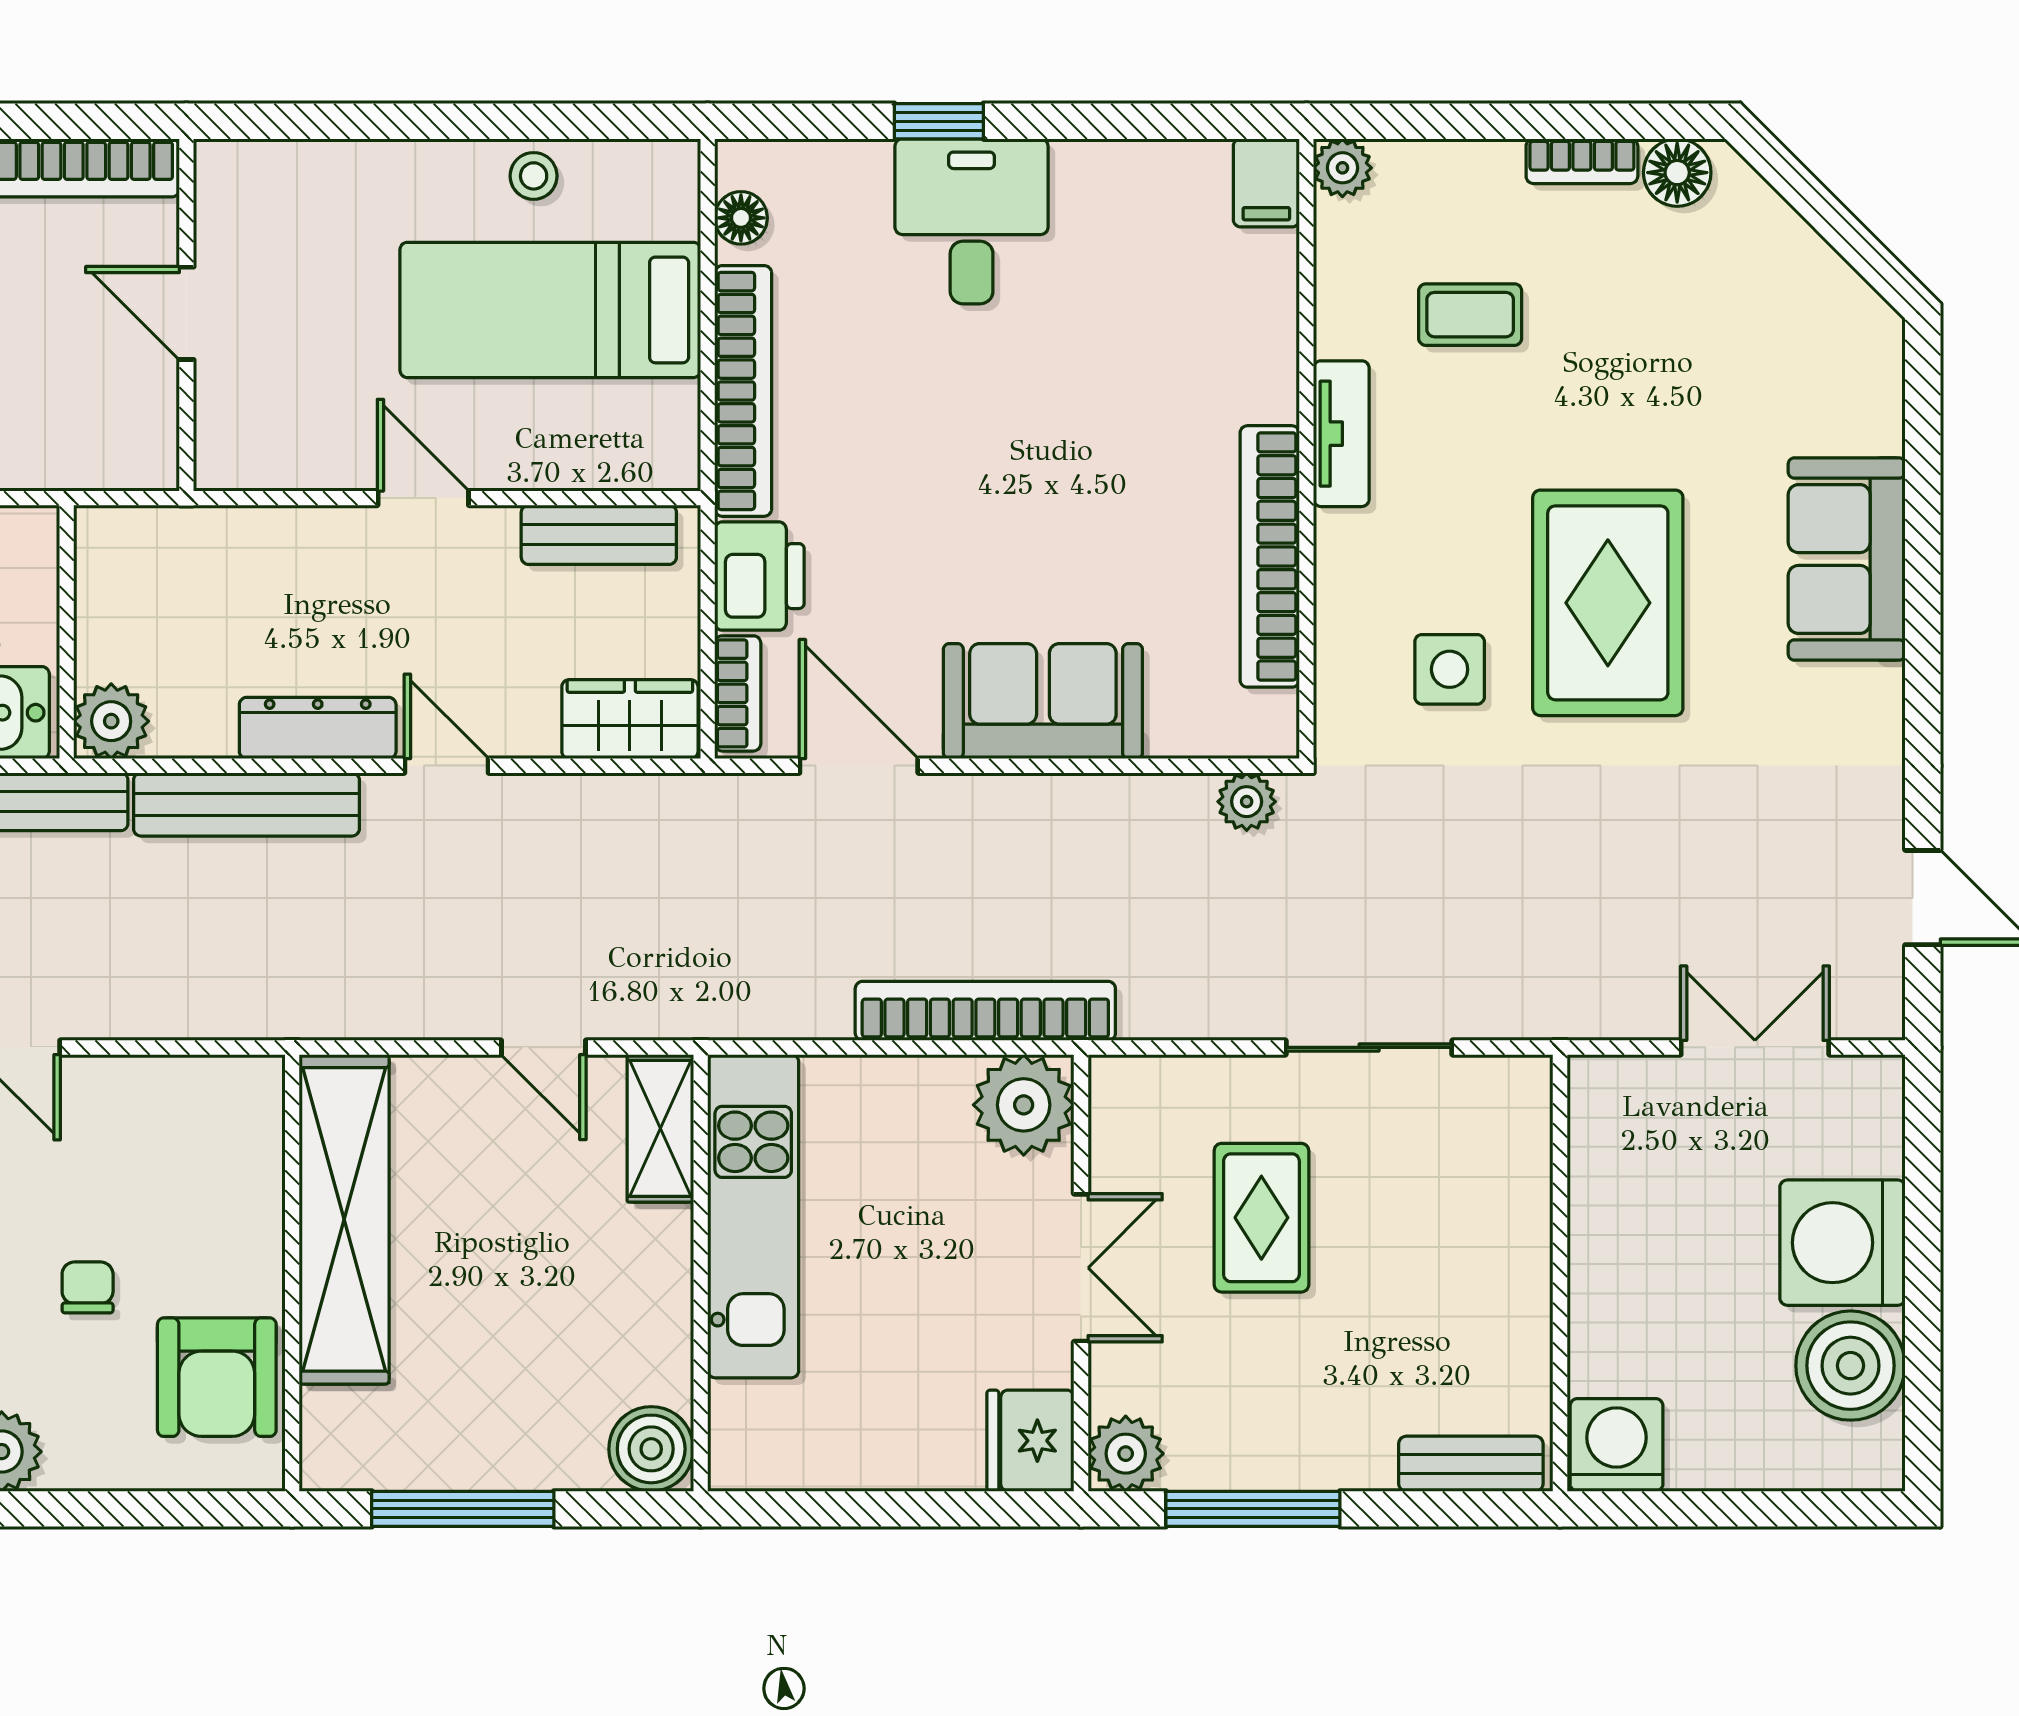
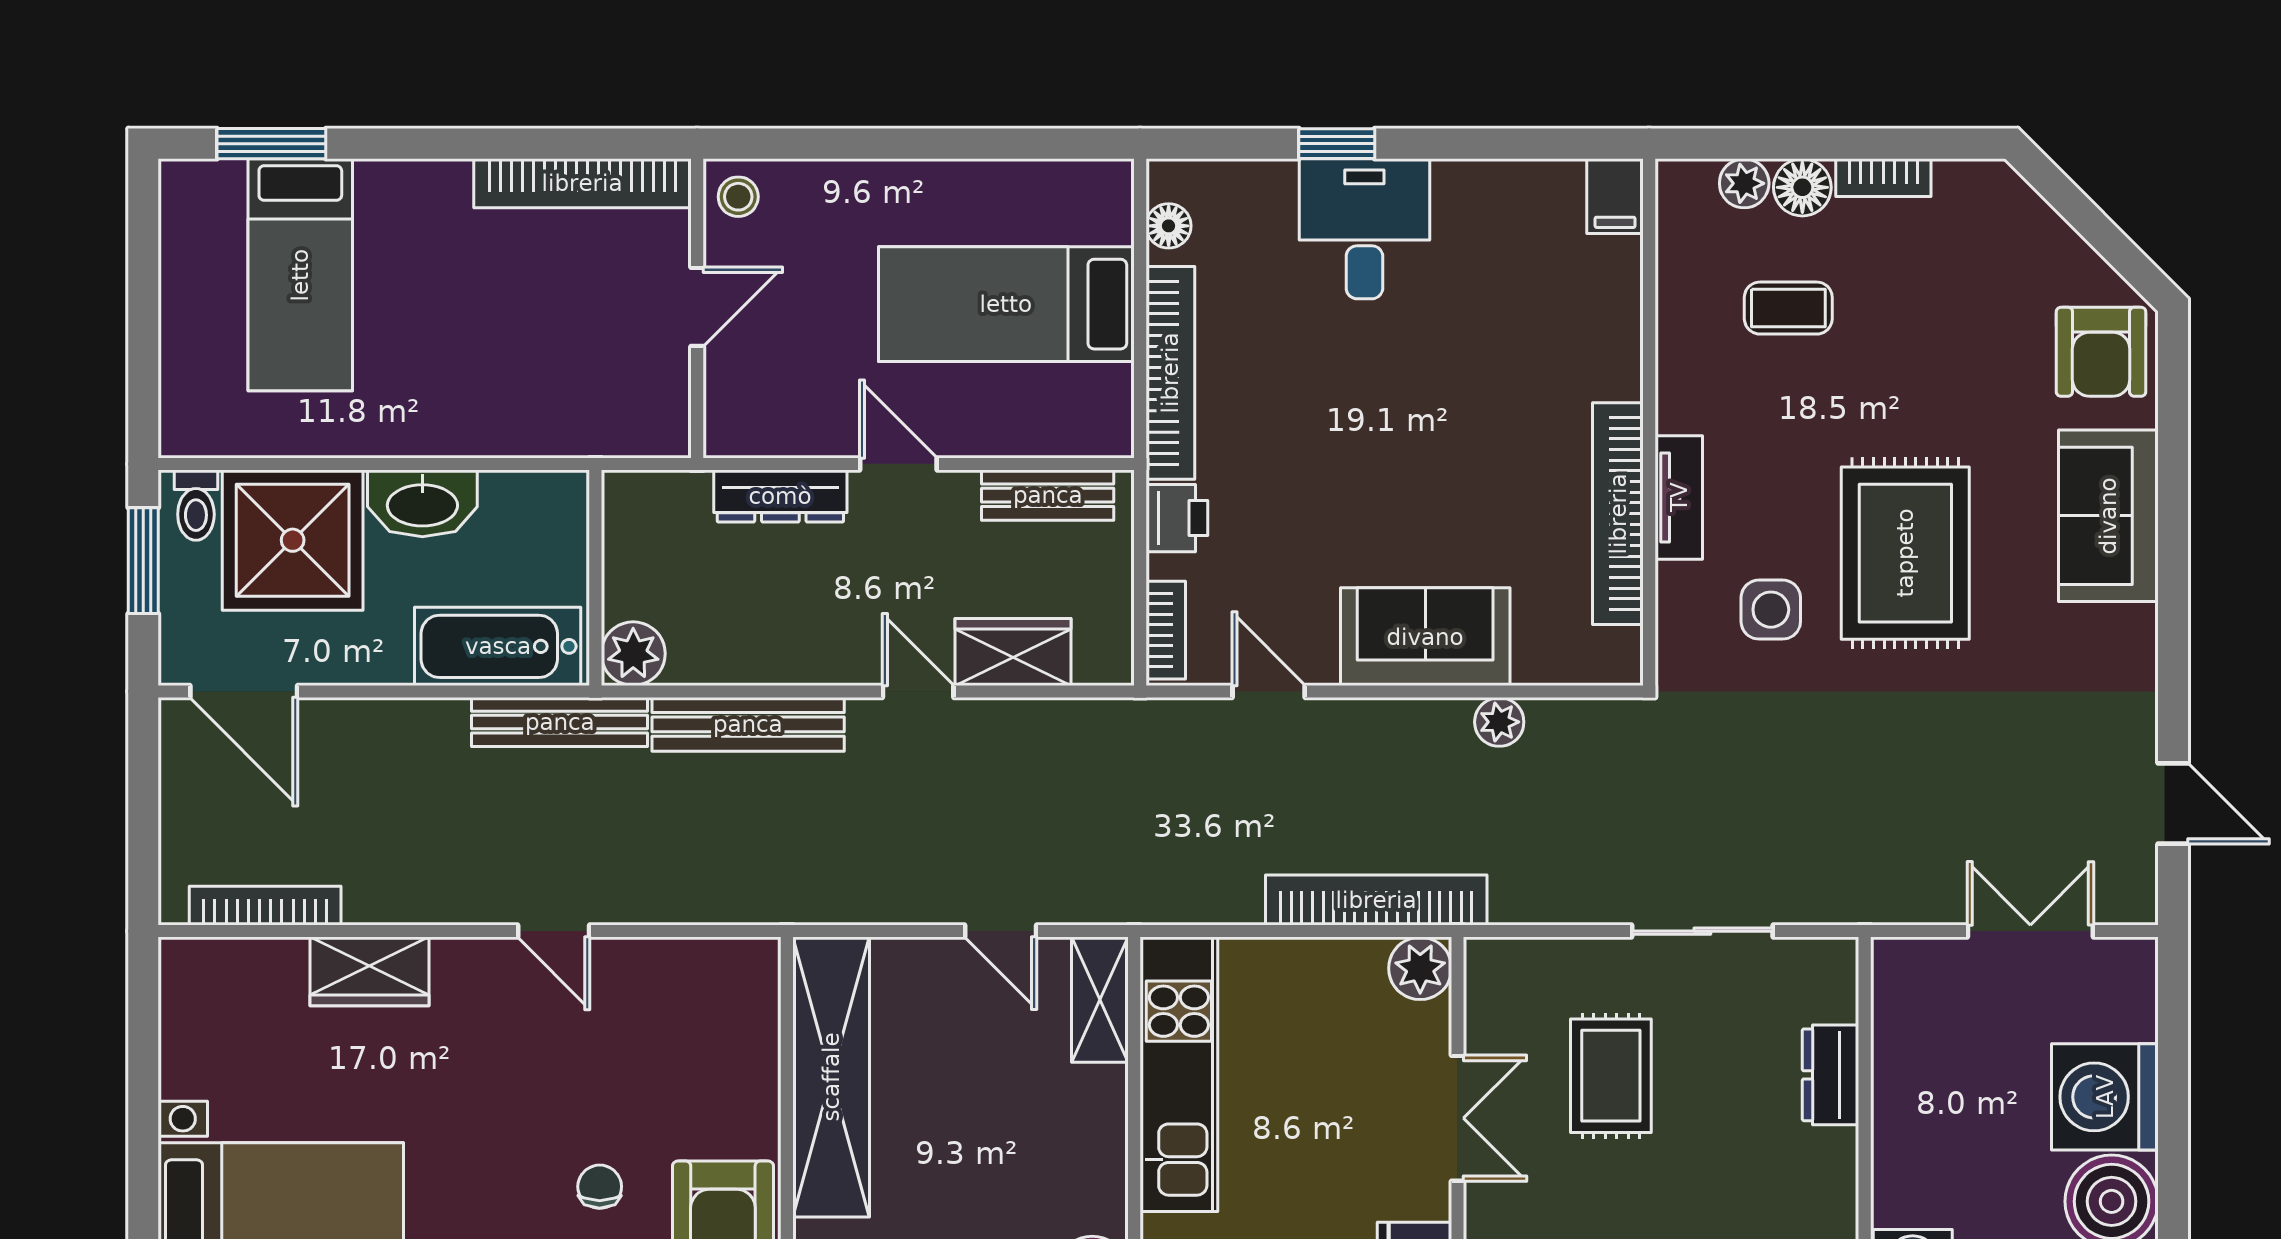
plant: (1342, 168) -> (1744, 183), moved
floor lamp: (1677, 173) -> (1802, 187), moved
stool: (534, 176) -> (738, 197), moved
door: (186, 313) -> (697, 307), swing flipped
armchair: (1838, 366) -> (2101, 352), added
tv unit: (1341, 434) -> (1679, 497), moved
printer: (759, 576) -> (1177, 518), width x0.73, depth x0.81
wardrobe: (630, 719) -> (1013, 652), moved
dresser: (318, 728) -> (780, 496), moved, turned 180
door: (859, 766) -> (1269, 692), width x0.73
plant: (1247, 802) -> (1499, 722), moved
plant: (1024, 1105) -> (1420, 968), width x0.73, depth x0.73
dresser: (1520, 1217) -> (1831, 1075), added
chair: (88, 1287) -> (600, 1187), moved

